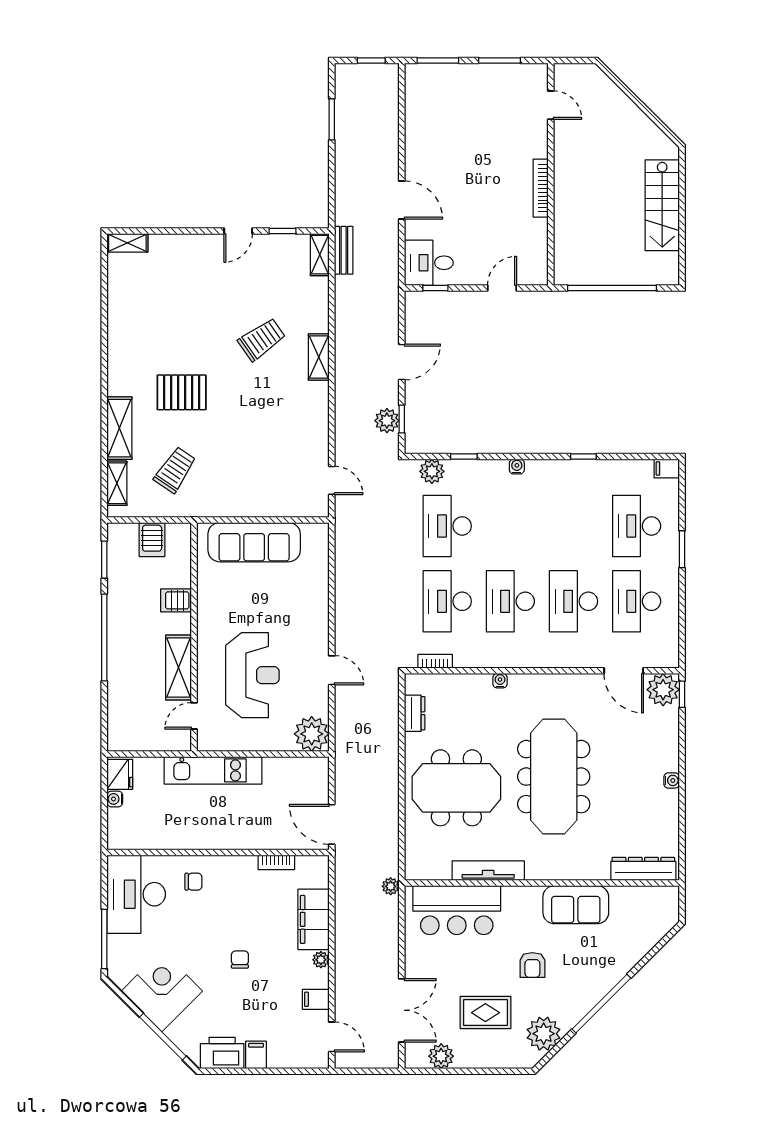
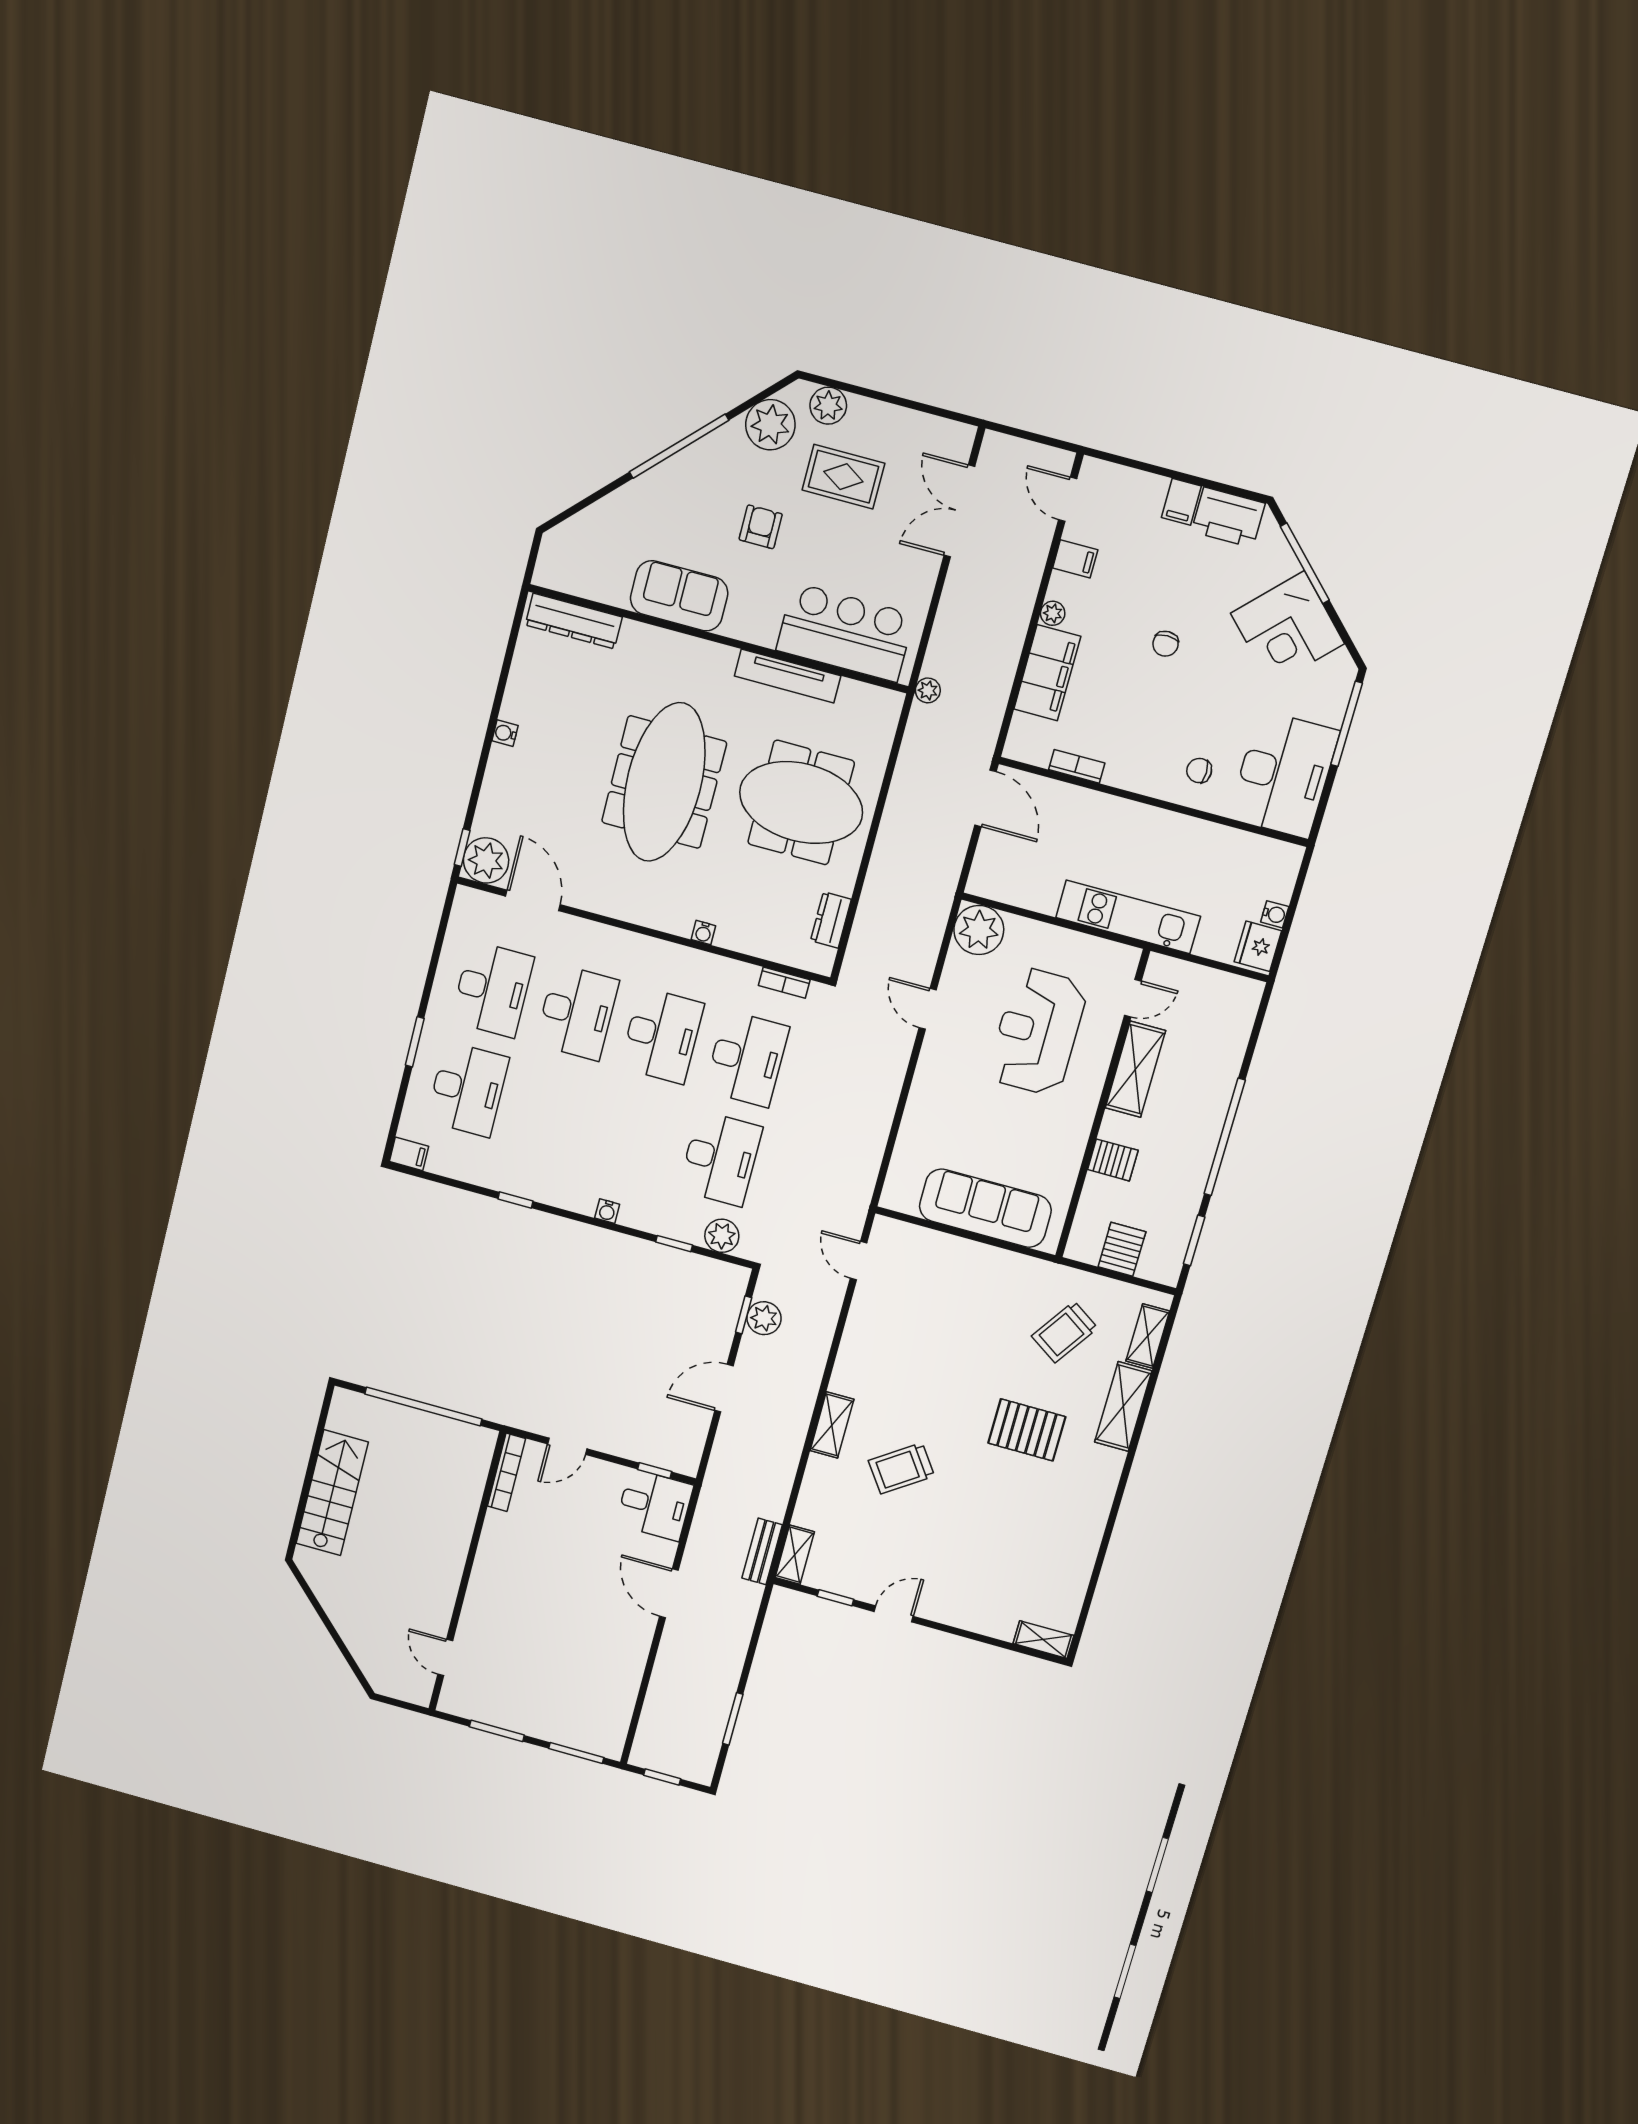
bookcase: (541, 188) -> (506, 1472), moved
plant: (441, 1056) -> (828, 406), moved

